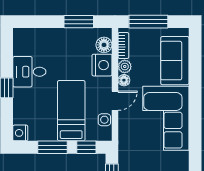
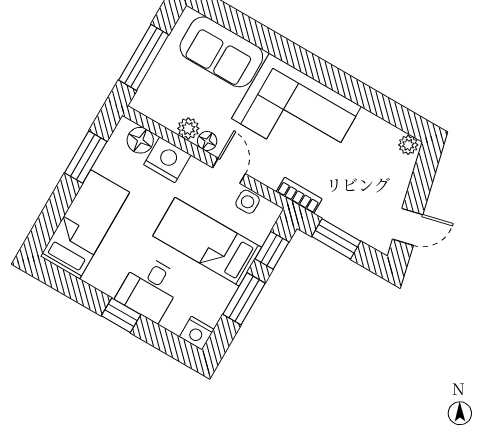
bed: (43, 42) -> (85, 224), added
bookcase: (123, 45) -> (299, 195), moved
desk: (29, 72) -> (150, 288), moved

